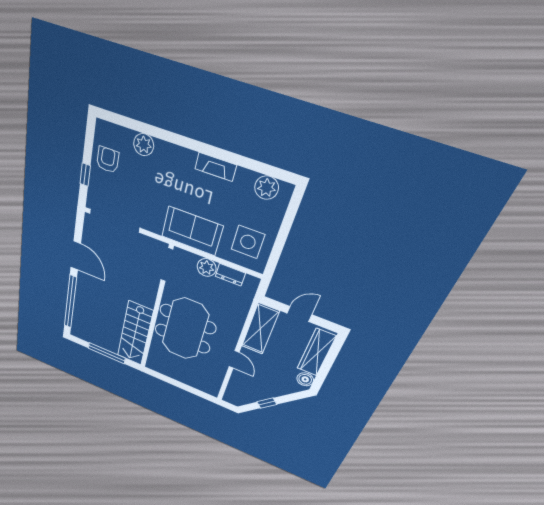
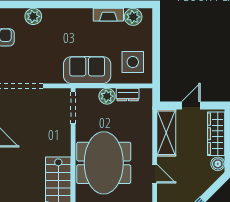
fireplace: (216, 167) -> (108, 15), moved

